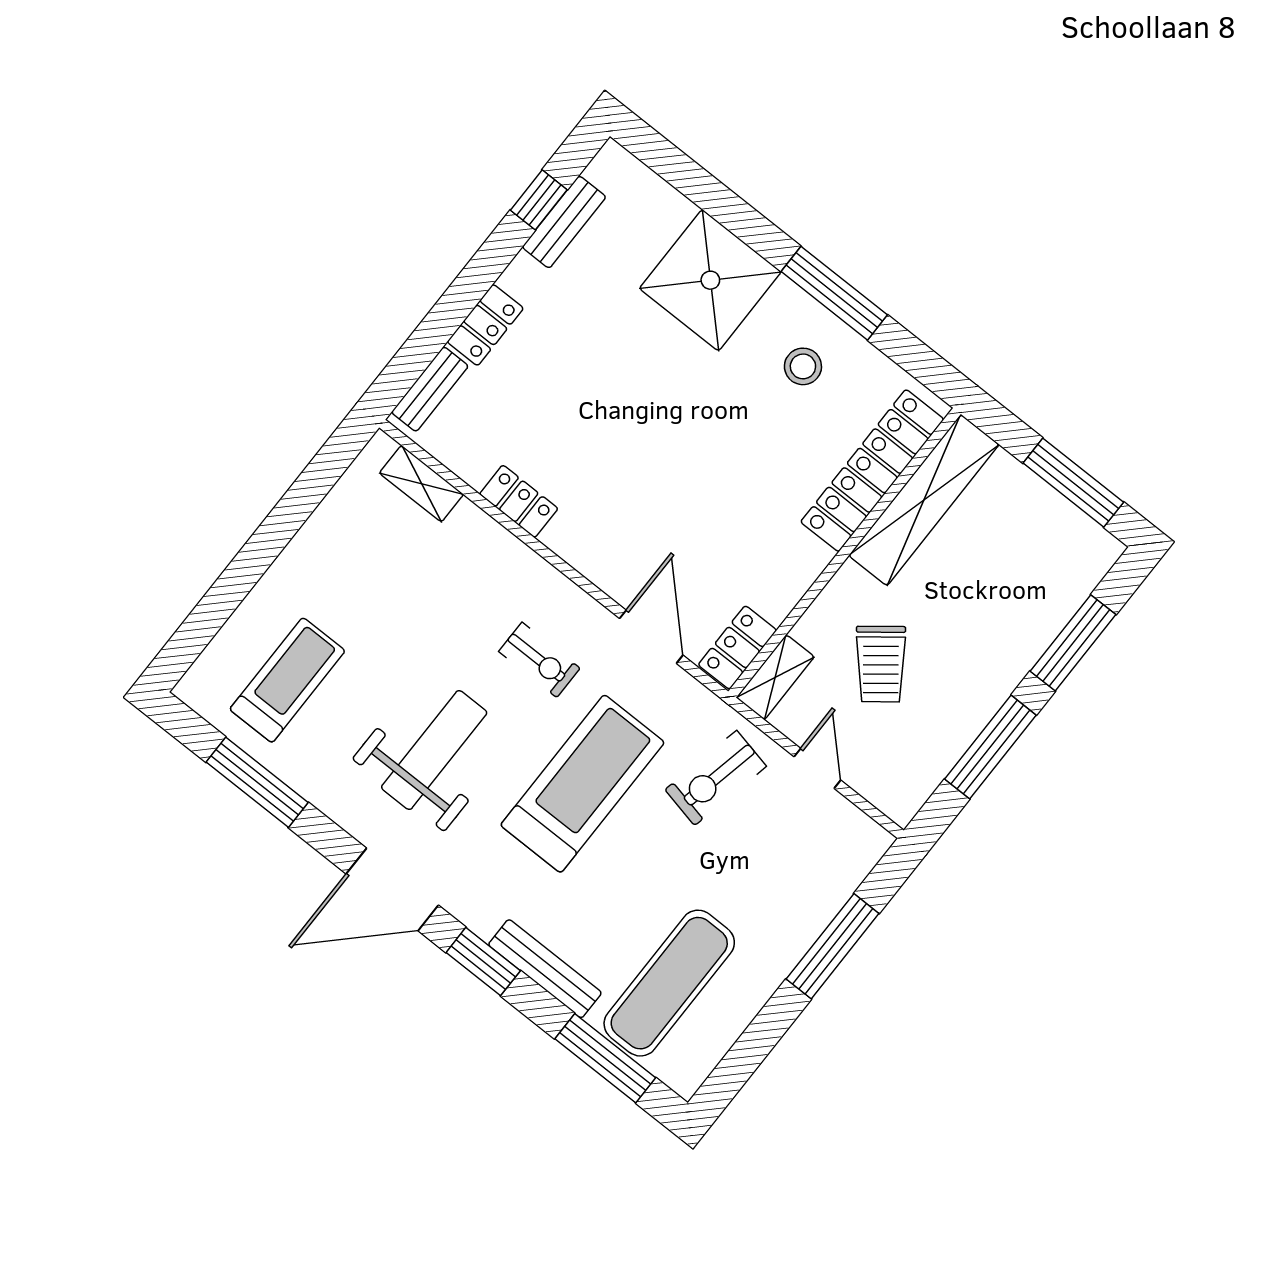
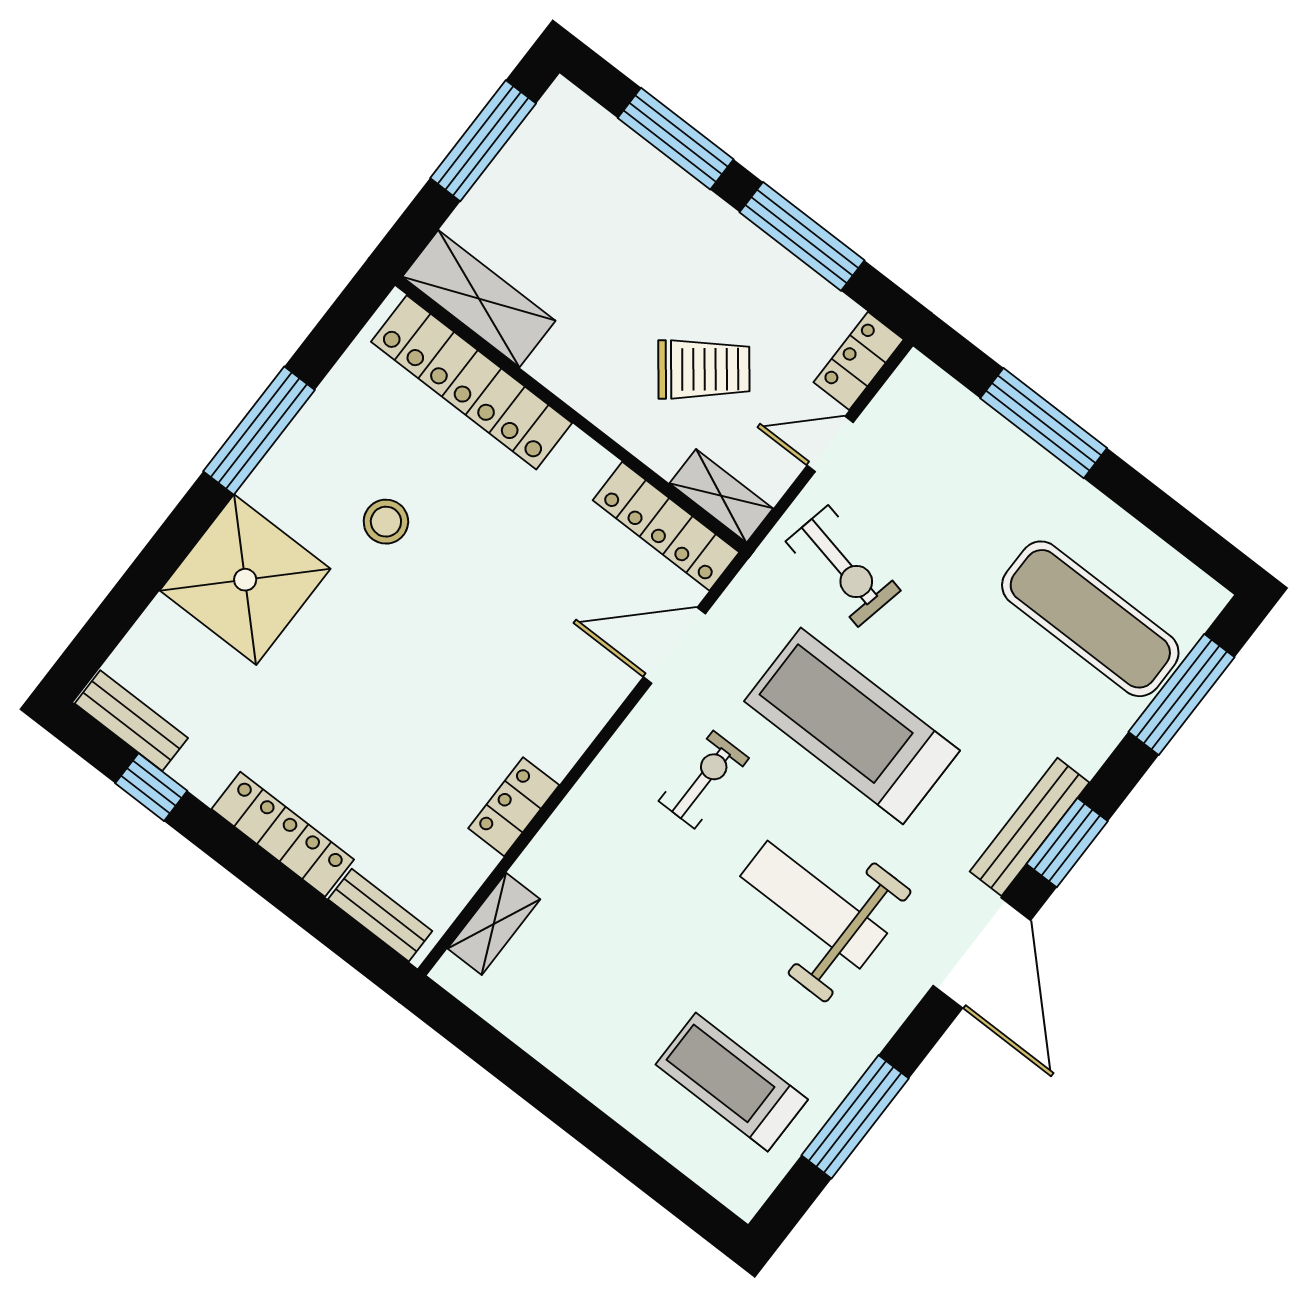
bench: (564, 222) -> (131, 721), moved
locker: (485, 325) -> (283, 834), width x1.53
stool: (803, 366) -> (386, 522), moved
shelving: (924, 500) -> (479, 299), width x0.68
locker: (737, 647) -> (666, 526), width x1.53
locker: (886, 793) -> (859, 361), added
bench: (545, 969) -> (1029, 827), moved

